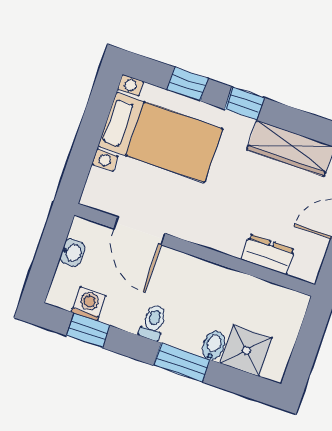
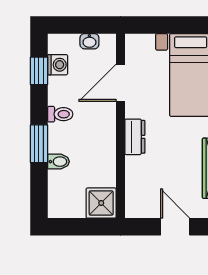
dresser: (268, 254) -> (135, 137), moved
shower: (246, 351) -> (101, 203), moved

